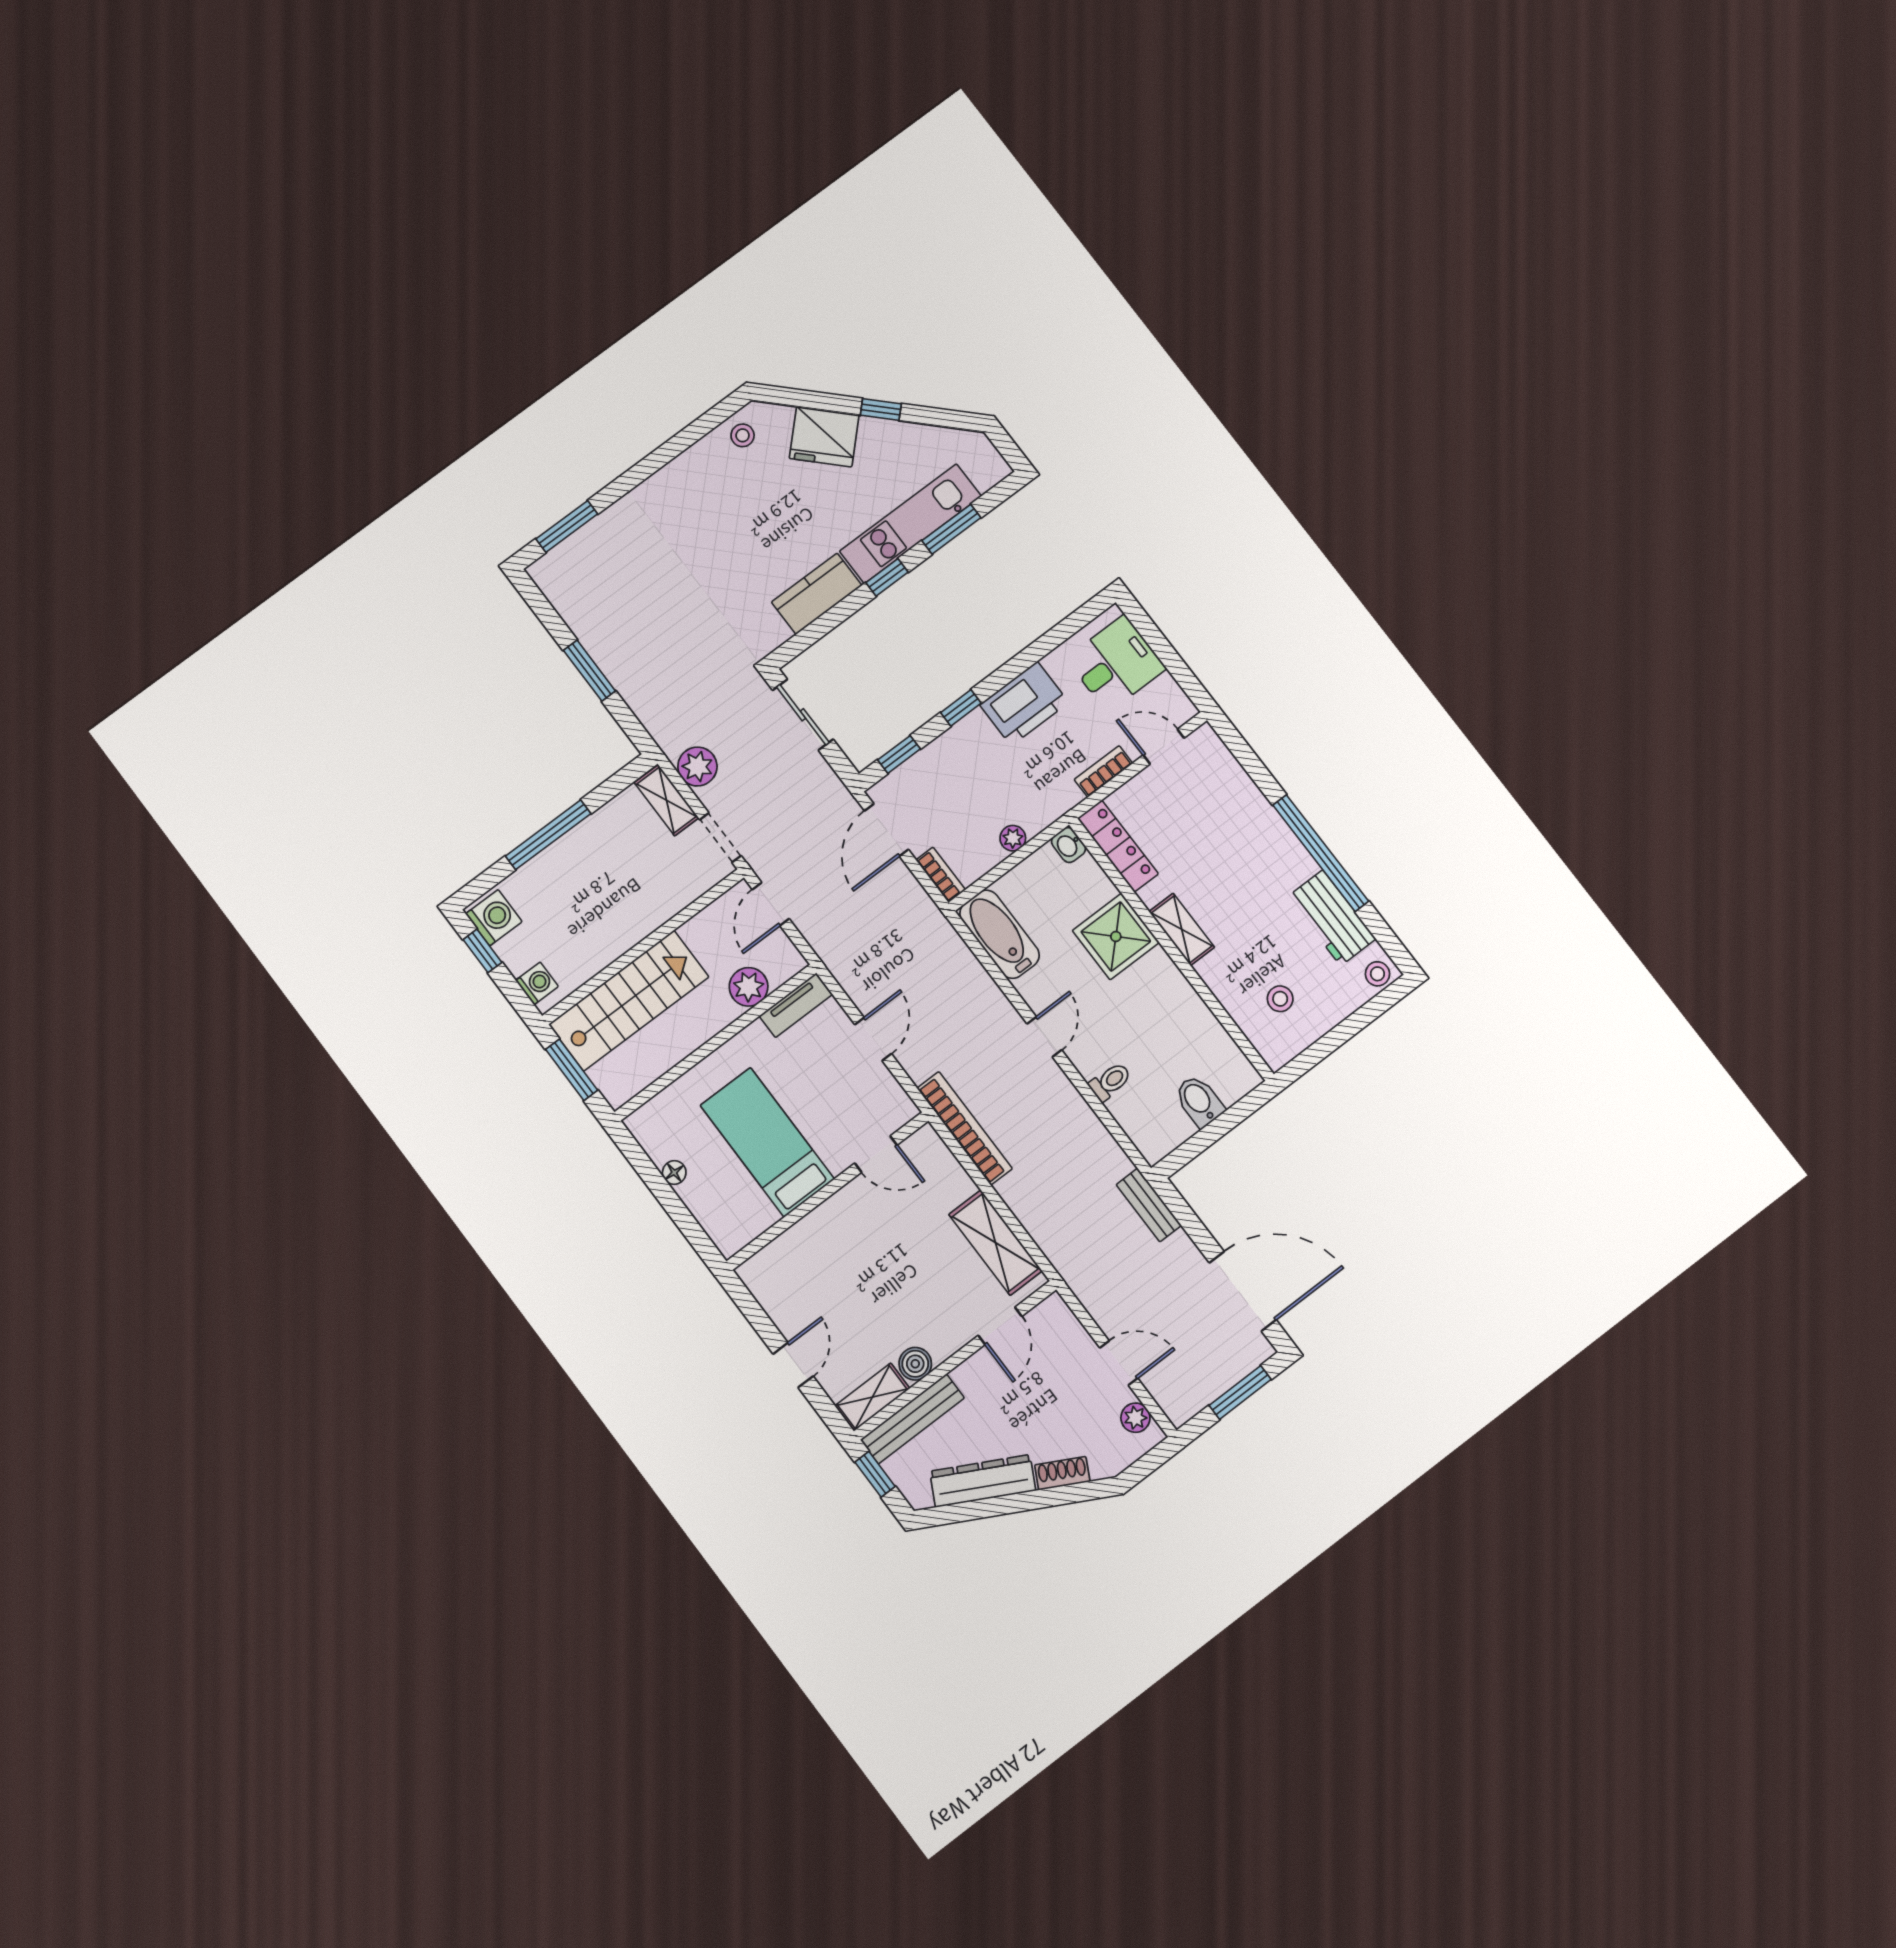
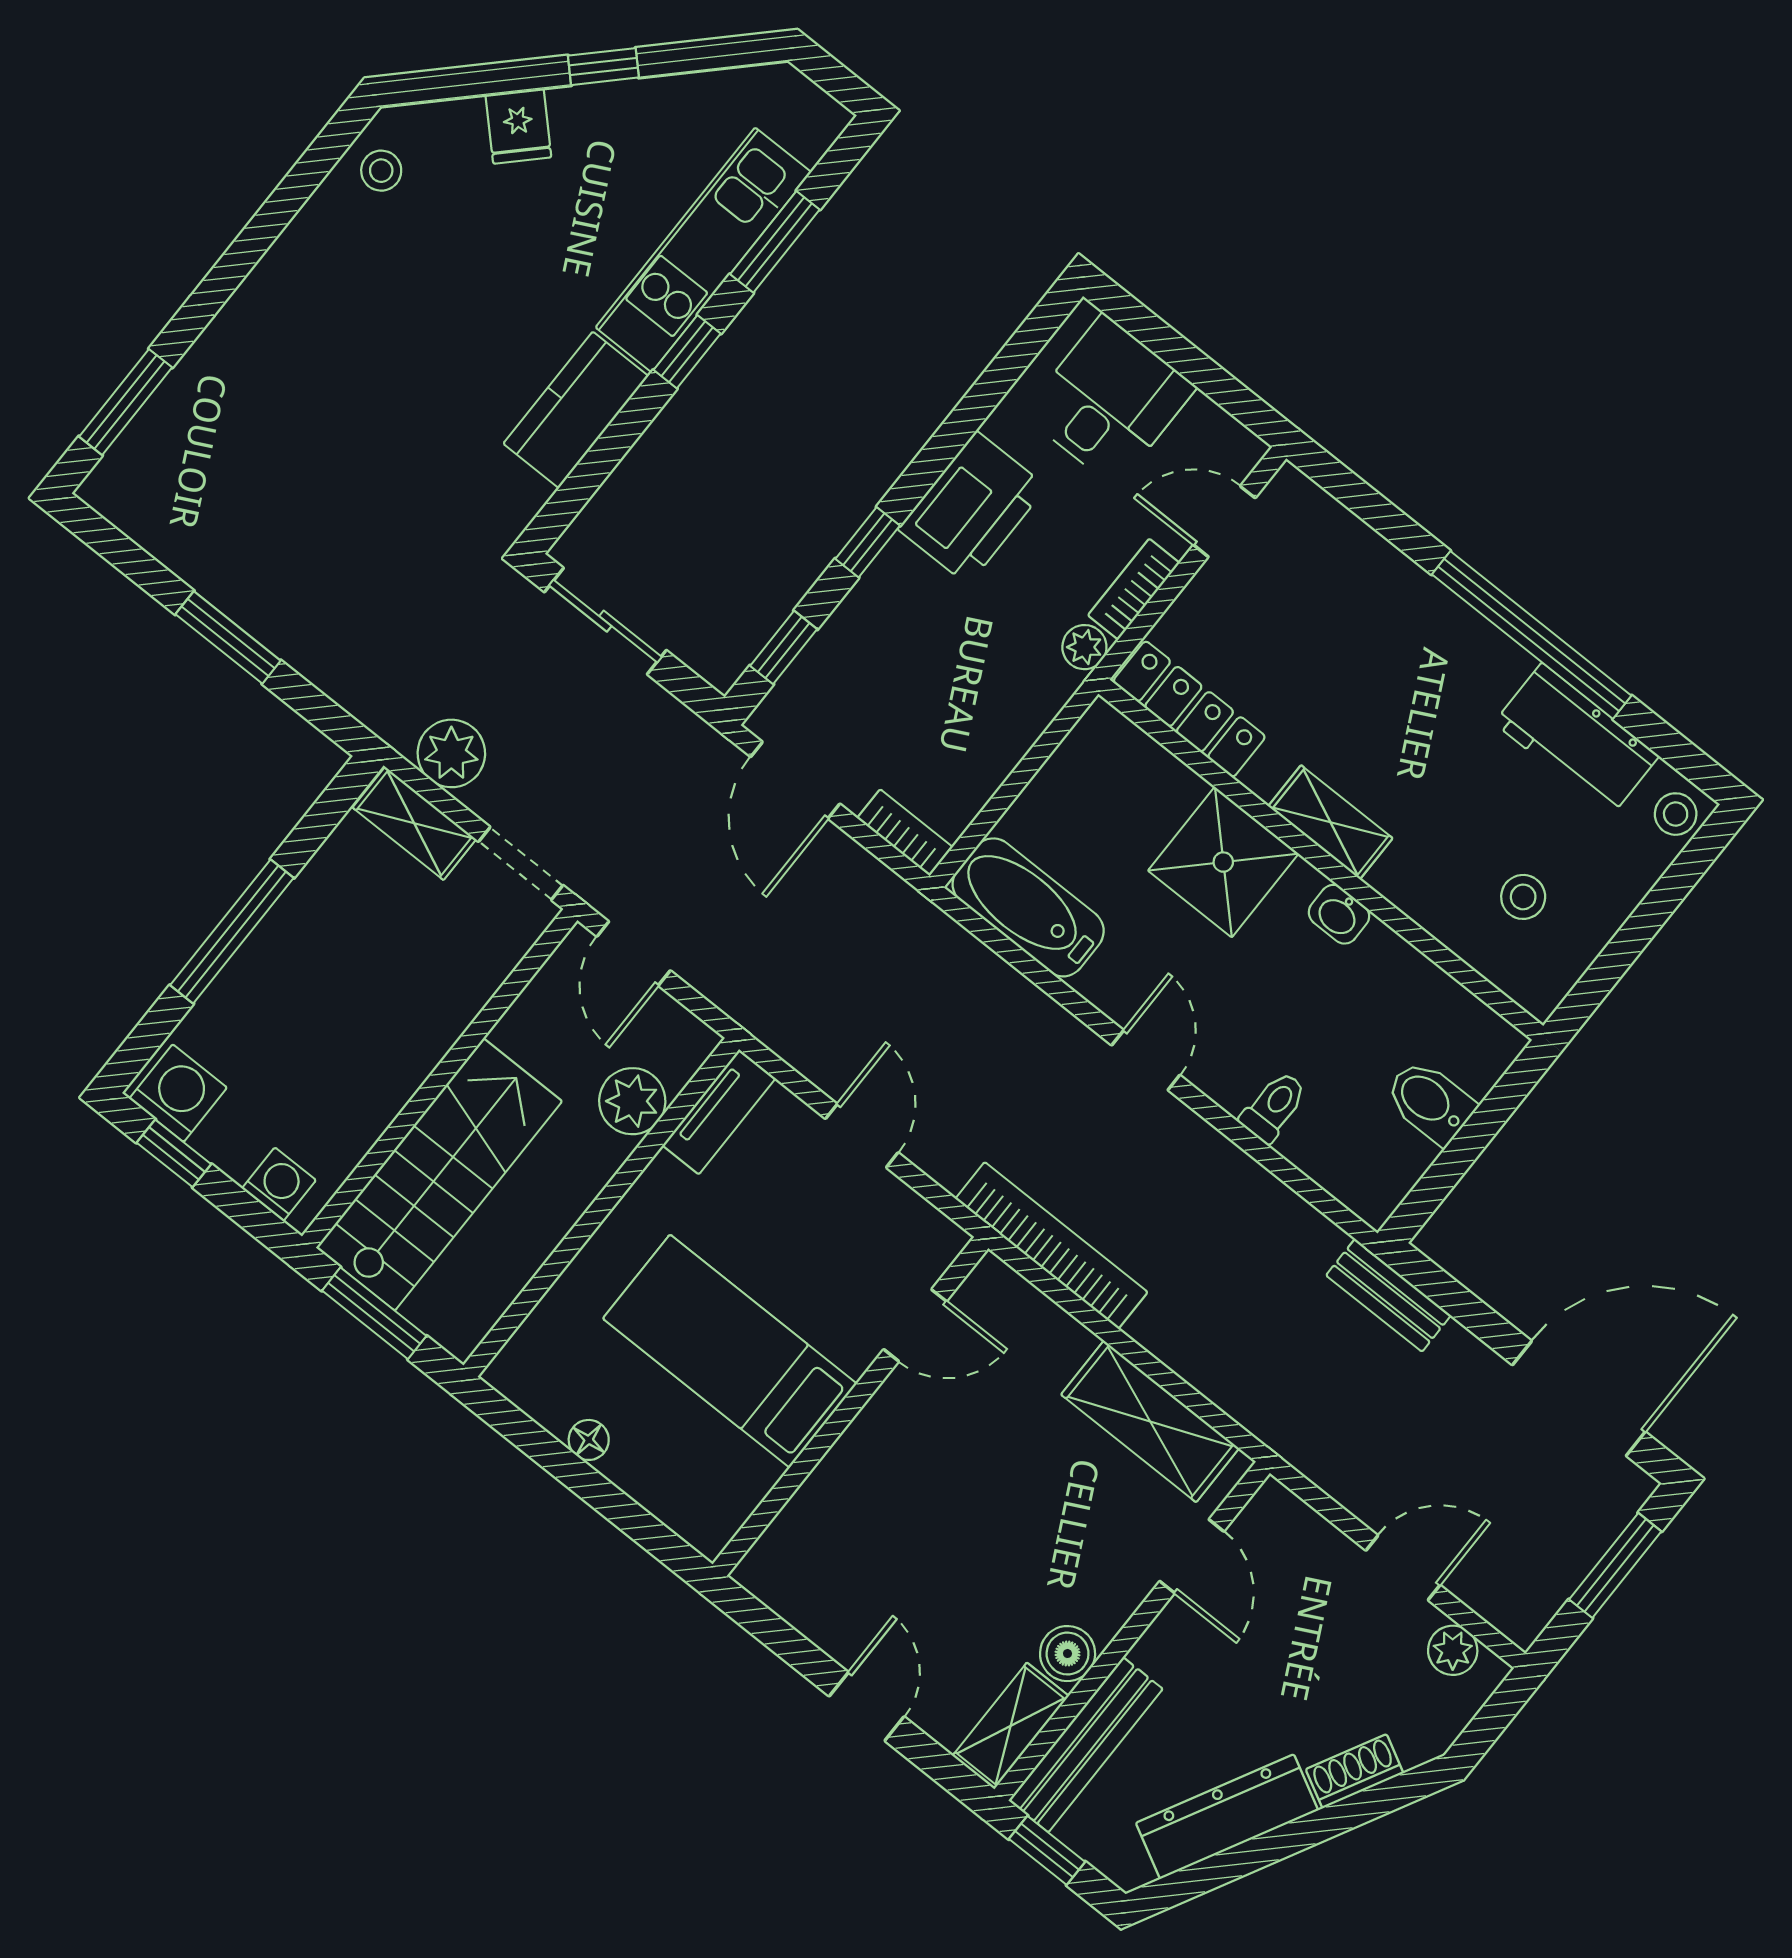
fridge: (824, 437) -> (518, 126), width x0.53, depth x0.75
plant: (1013, 838) -> (1084, 647), moved
washbasin: (1069, 845) -> (1339, 914), moved

